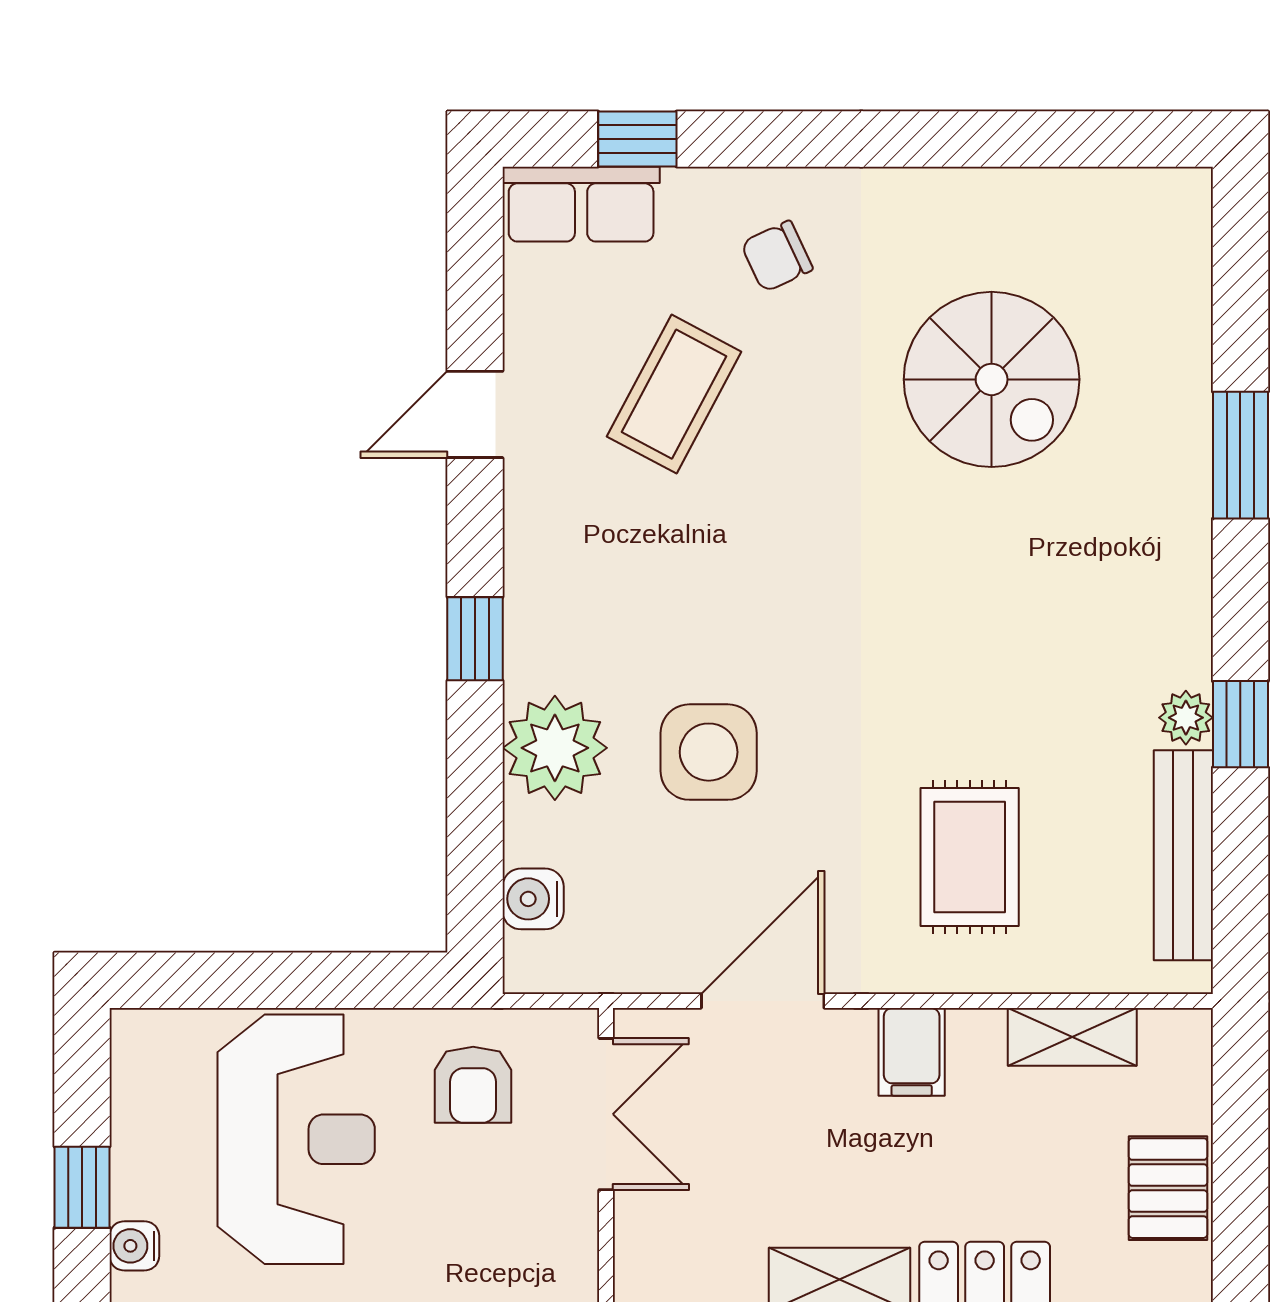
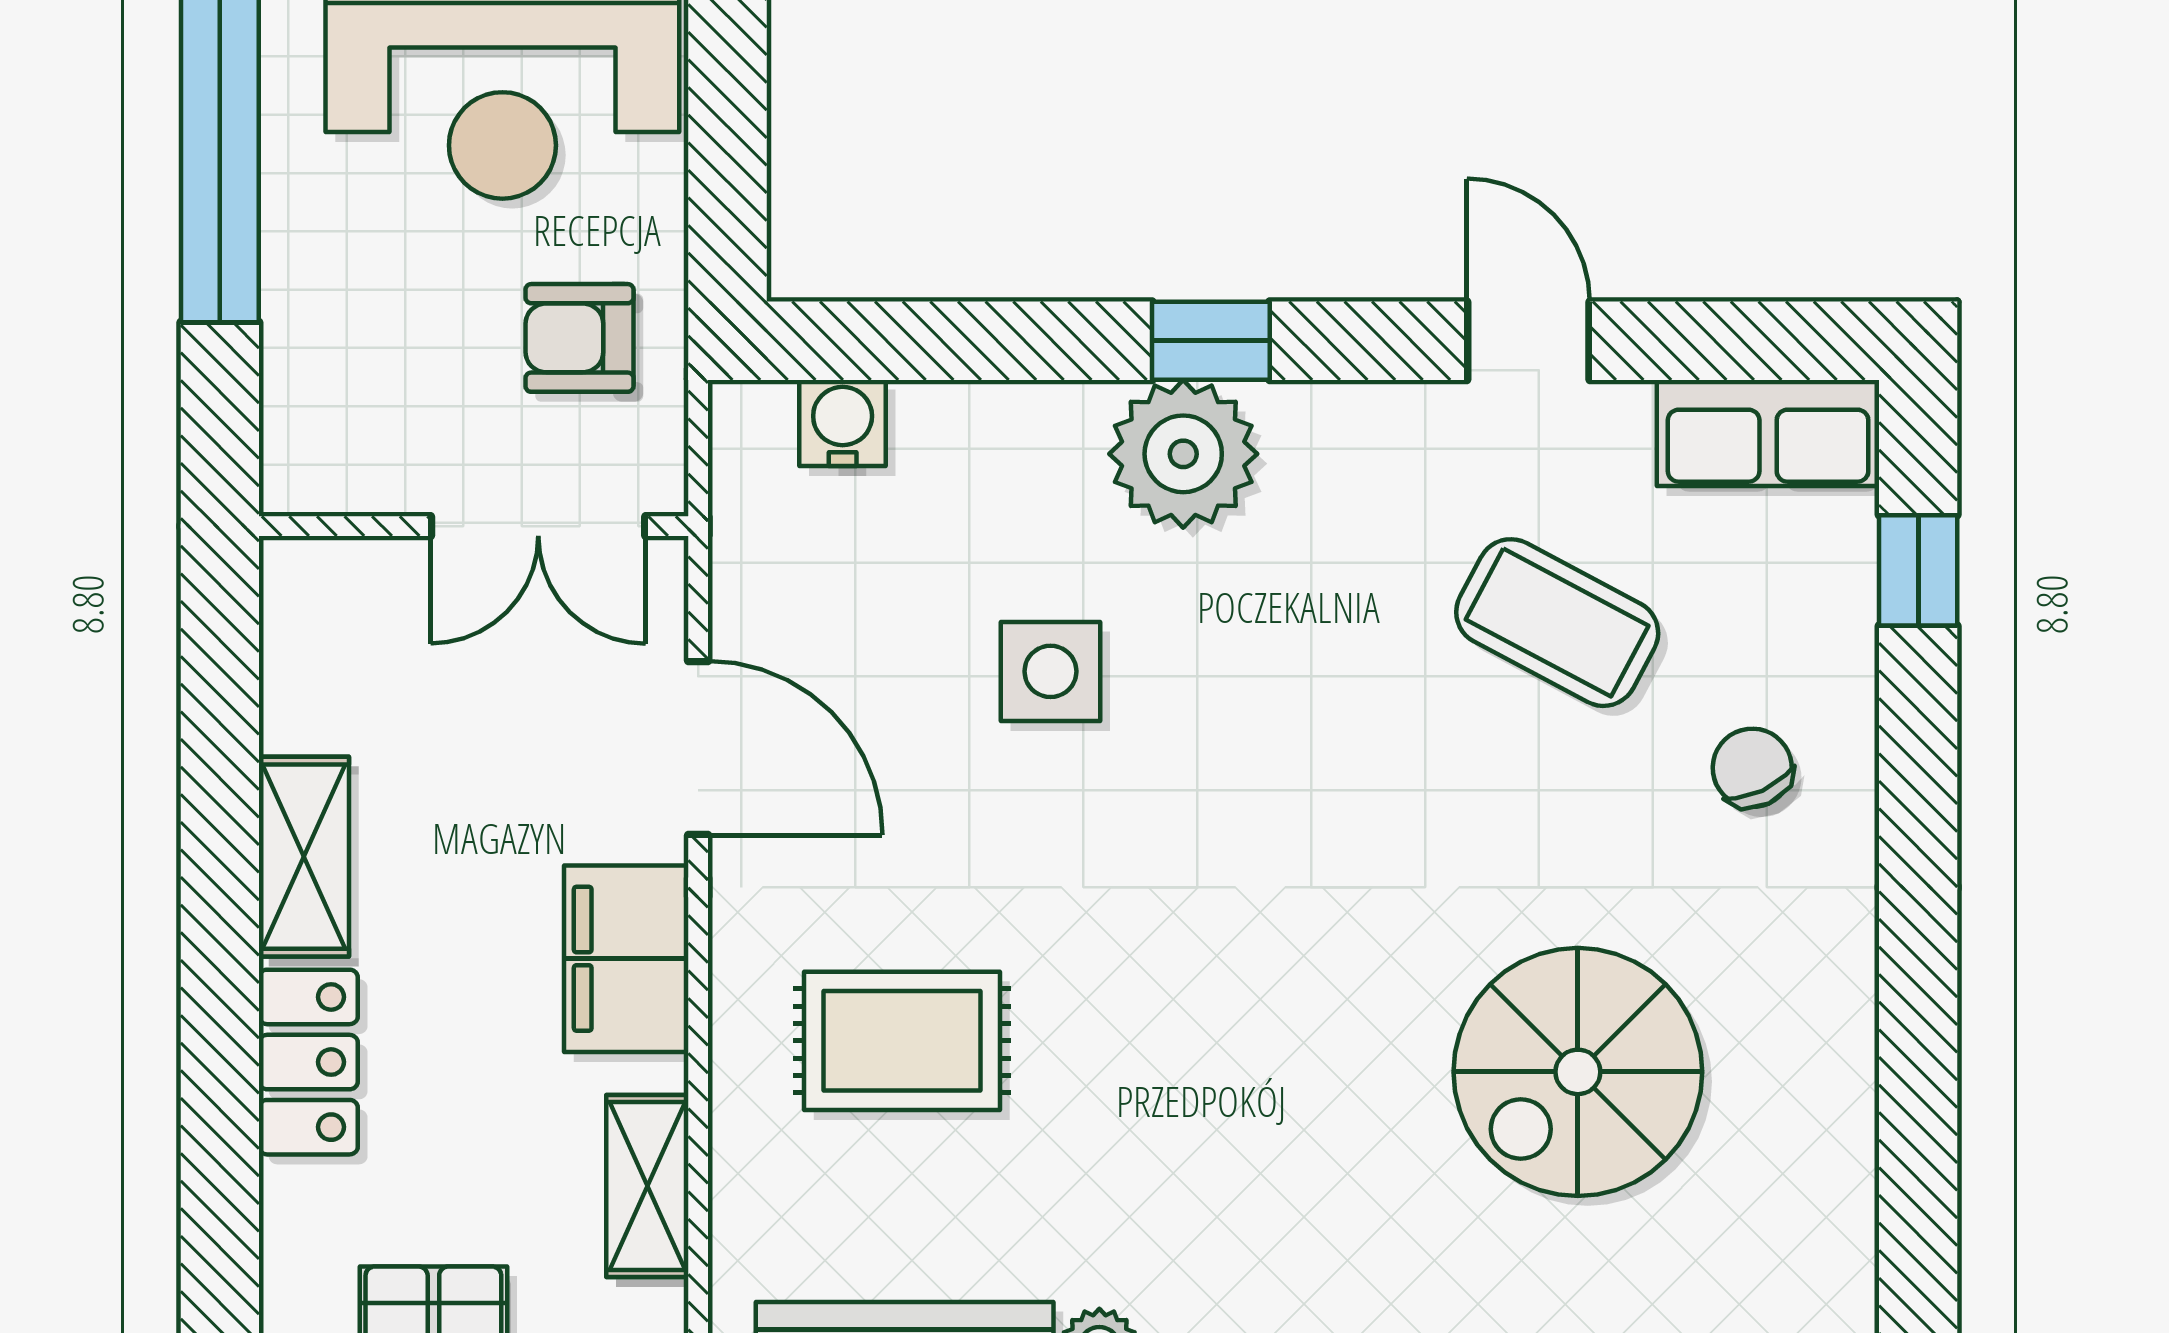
row of seats: (581, 204) -> (1768, 433), moved, turned -90
plant: (555, 748) -> (1183, 454), moved
side table: (709, 752) -> (1050, 671), width x0.73, depth x0.73
filing cabinet: (912, 1052) -> (626, 959), width x2.00

